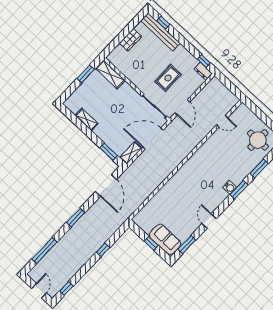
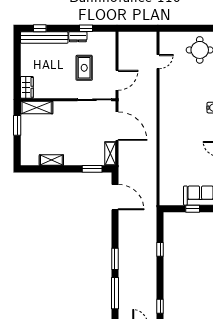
wardrobe: (130, 40) -> (27, 87), moved
window: (204, 61) -> (86, 28), moved
dresser: (203, 71) -> (78, 37), moved
door: (182, 107) -> (117, 80), hinge flipped
door: (153, 139) -> (117, 126), swing flipped
window: (76, 218) -> (115, 259), moved

